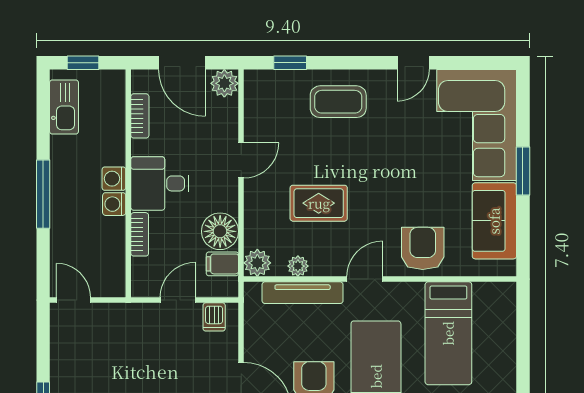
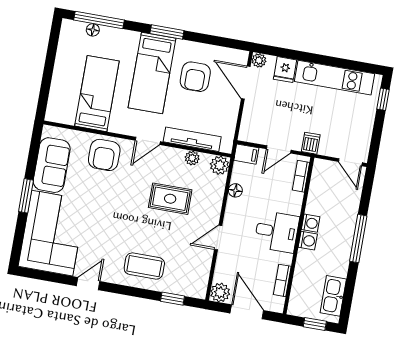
floor lamp: (220, 231) -> (235, 190), width x0.53, depth x0.53
bookcase: (140, 234) -> (301, 176), moved
filing cabinet: (222, 264) -> (246, 154), moved
dishwasher: (214, 317) -> (311, 143), moved

